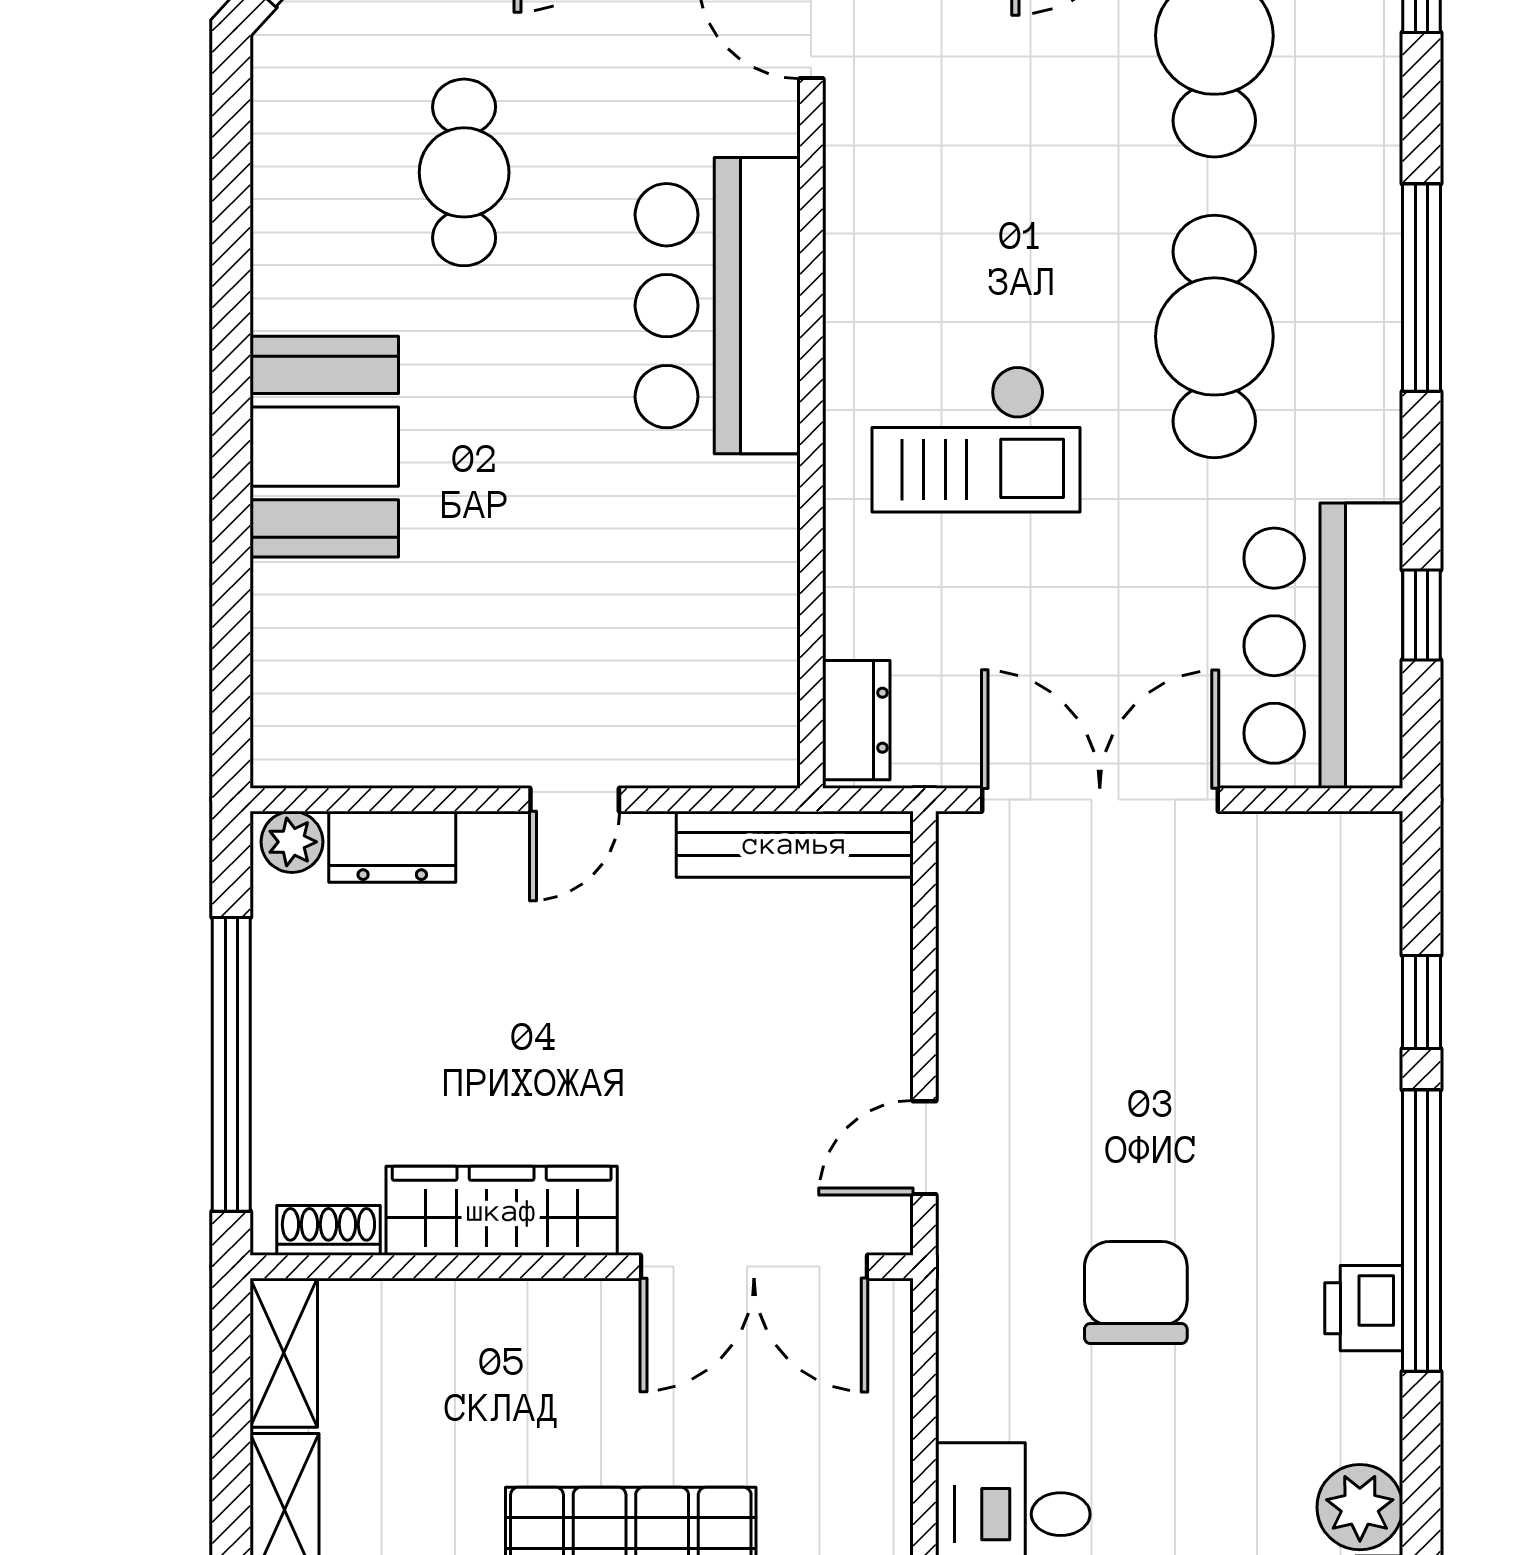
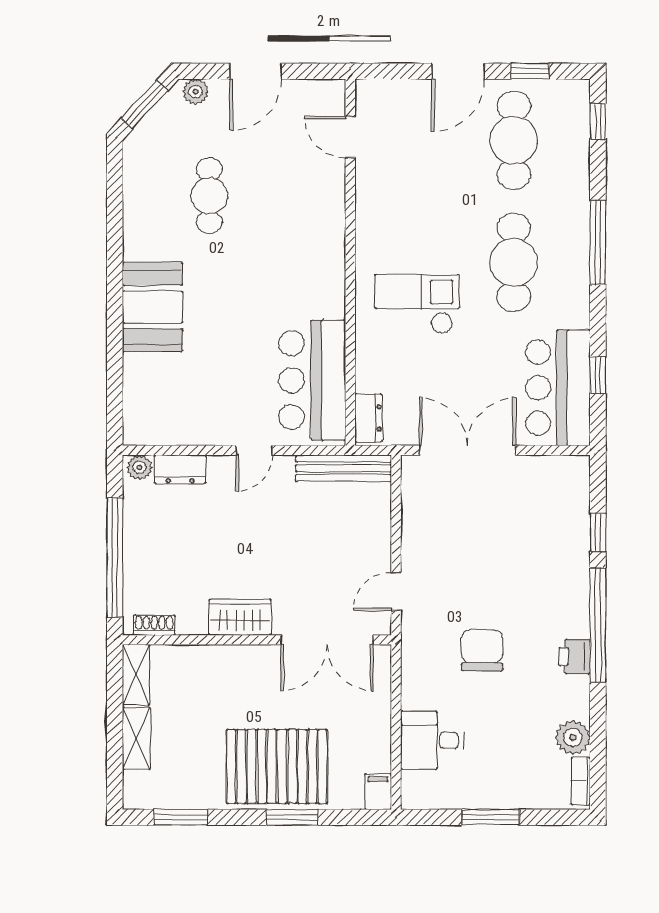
bar counter: (718, 306) -> (312, 380), moved
checkout: (976, 439) -> (417, 304), turned 180
wardrobe: (502, 1211) -> (240, 617), width x0.67

